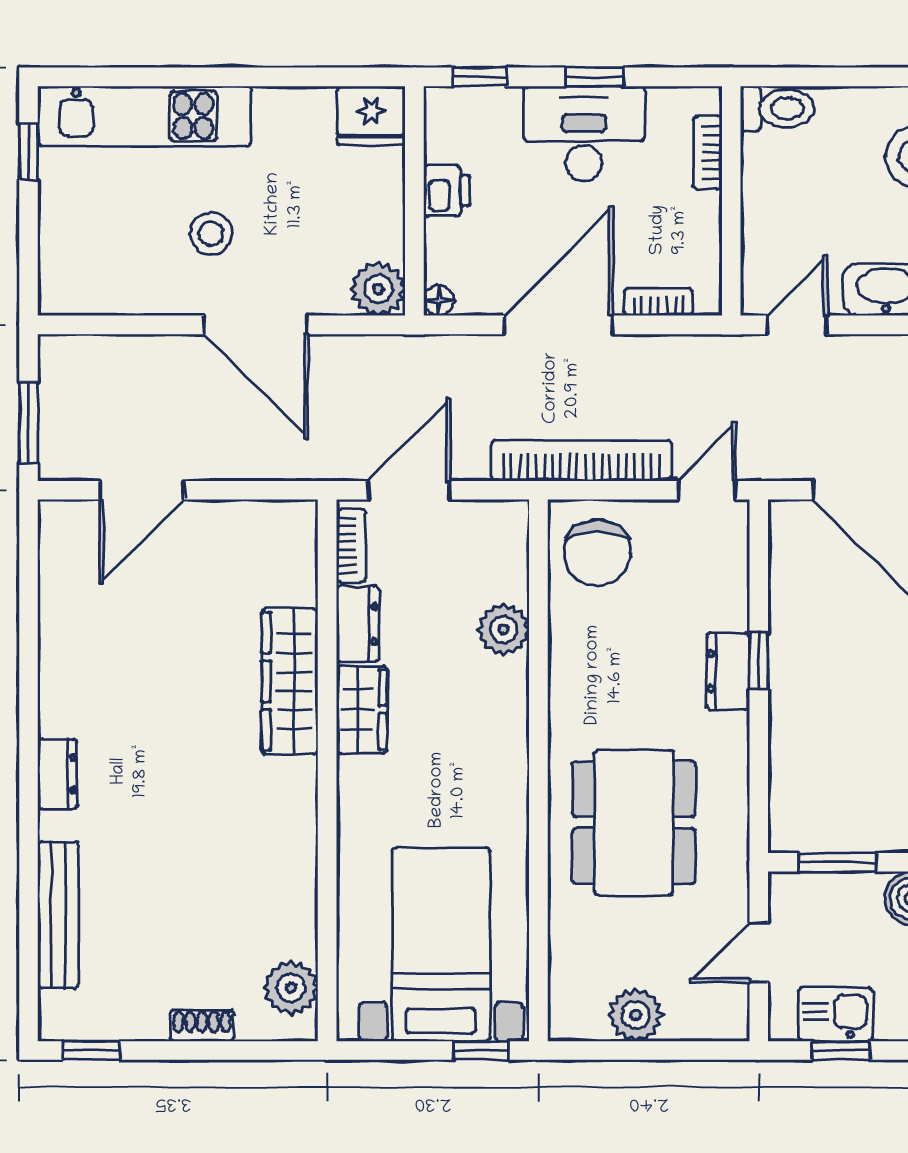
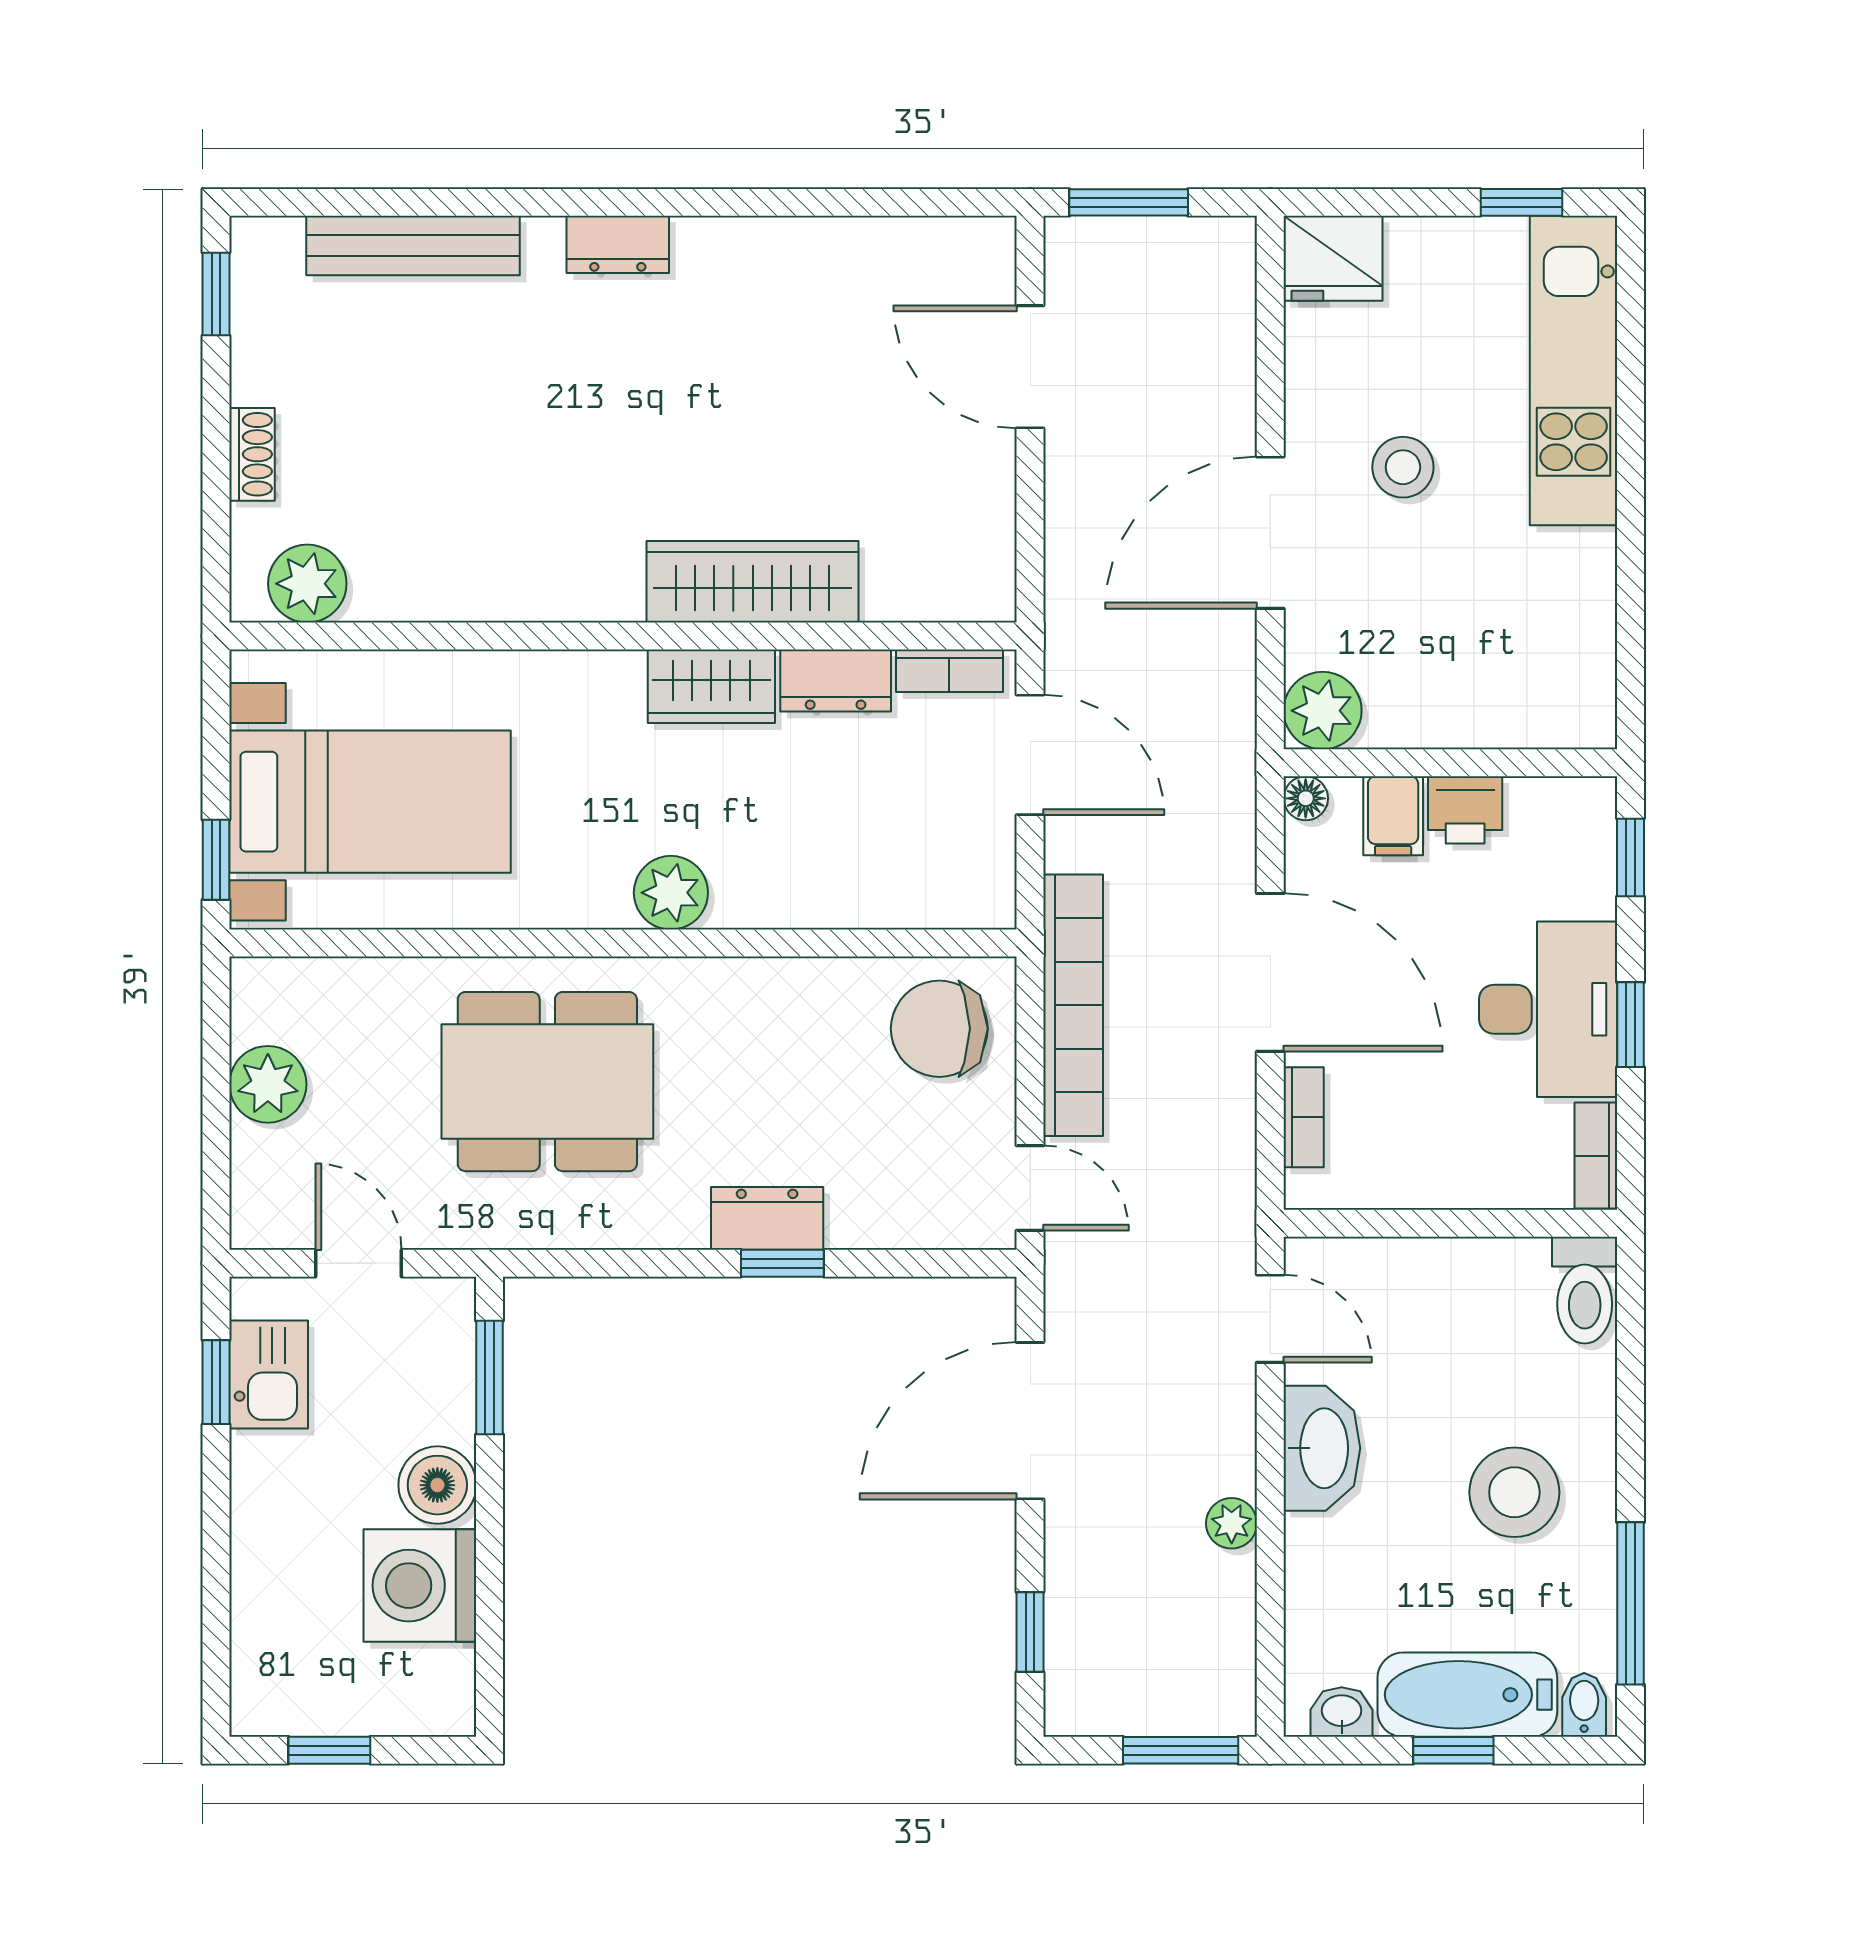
fridge: (371, 115) -> (1333, 258), moved, turned -90
bookcase: (707, 152) -> (1596, 1156), moved, turned -90
filing cabinet: (451, 240) -> (1393, 816), added
plant: (504, 630) -> (671, 893), moved

